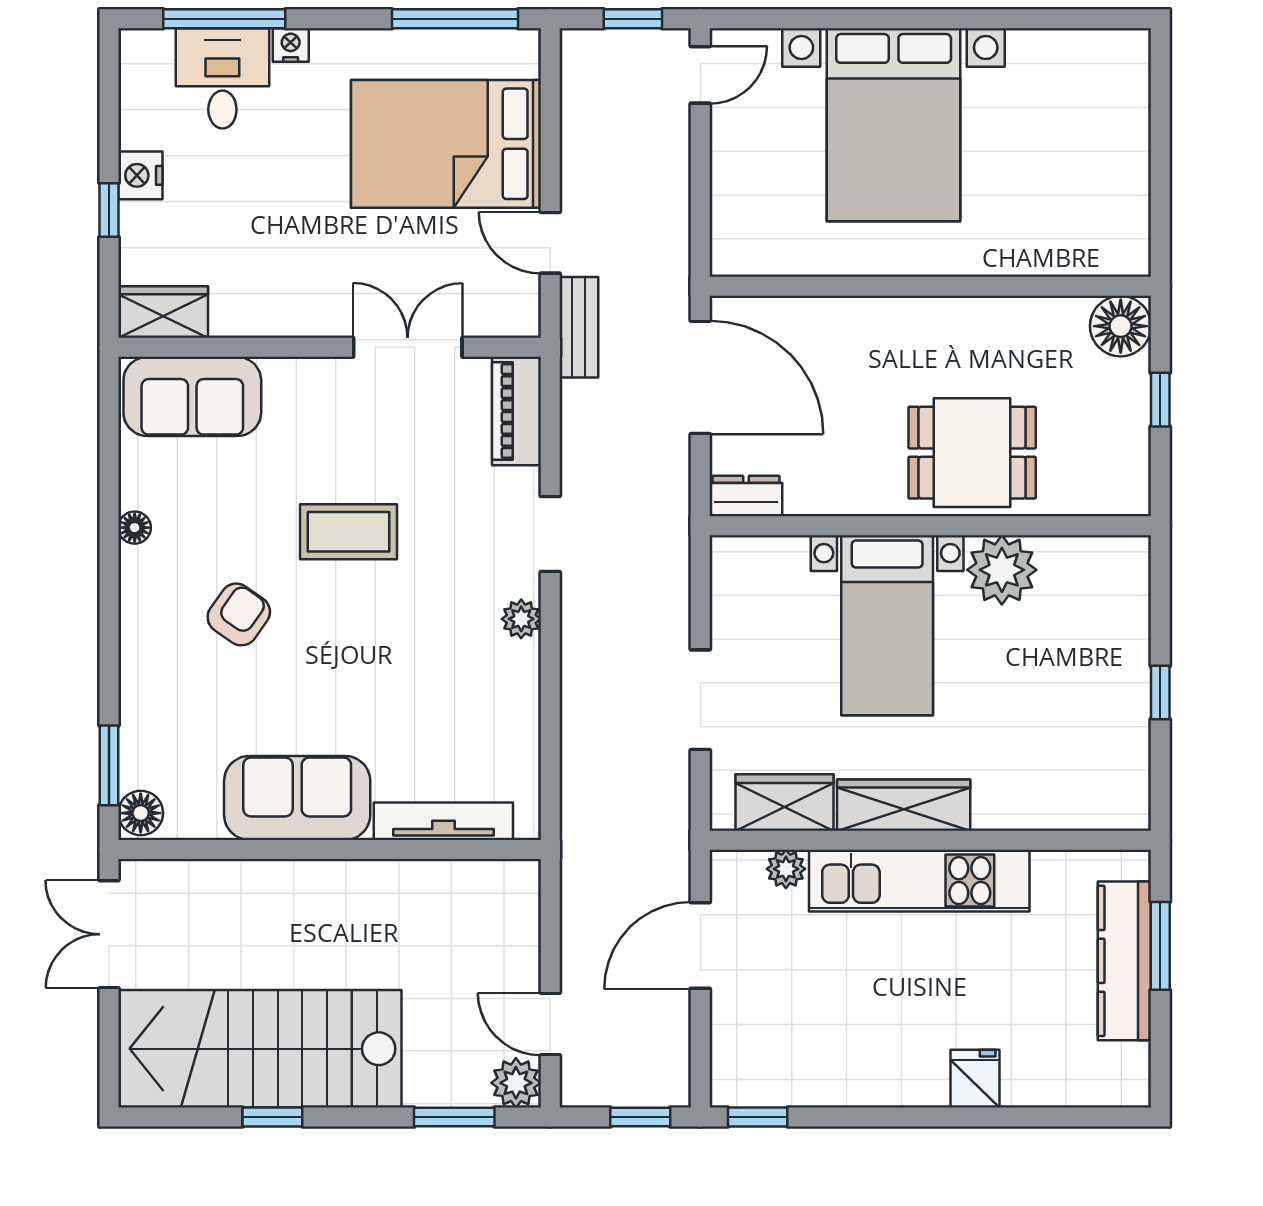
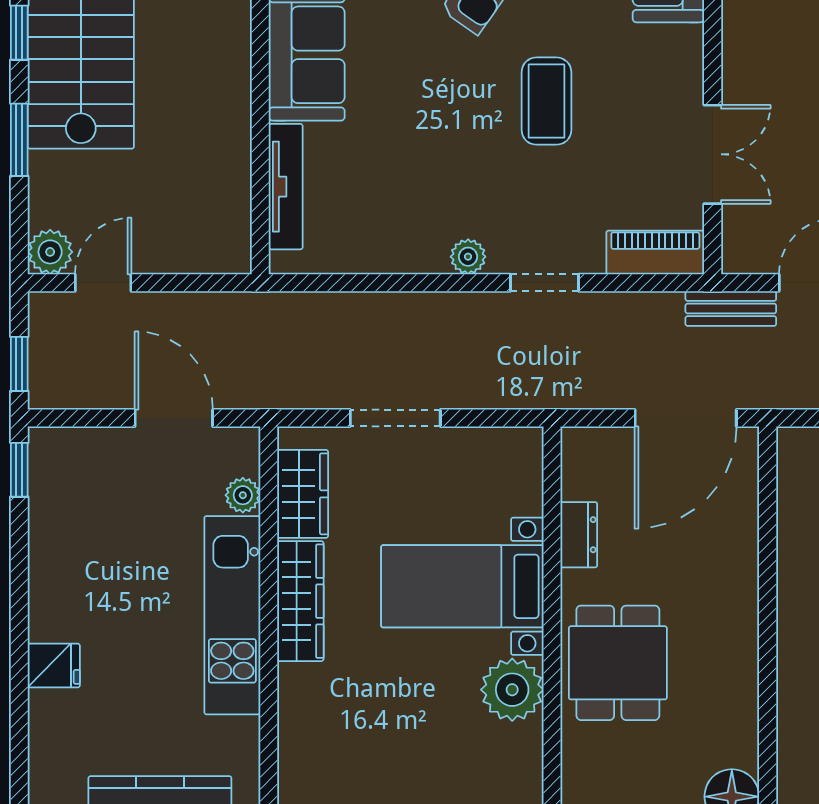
dresser: (746, 496) -> (579, 535), moved
window: (454, 1117) -> (19, 140), moved

